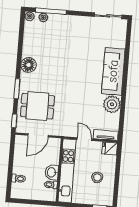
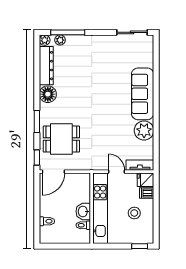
dresser: (29, 39) -> (46, 66), added
door: (38, 135) -> (53, 172), moved
dishwasher: (110, 160) -> (147, 193), added

